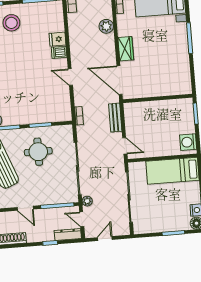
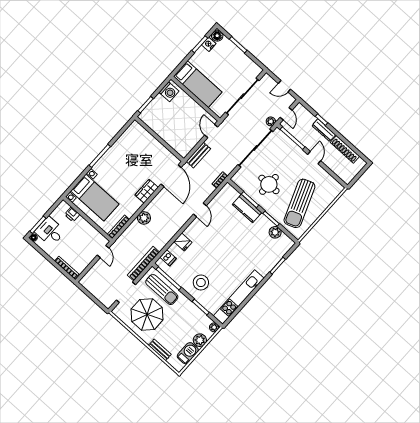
dishwasher: (59, 52) -> (168, 258), moved
kitchen counter: (36, 116) -> (247, 208), added
dresser: (68, 235) -> (324, 130), moved

